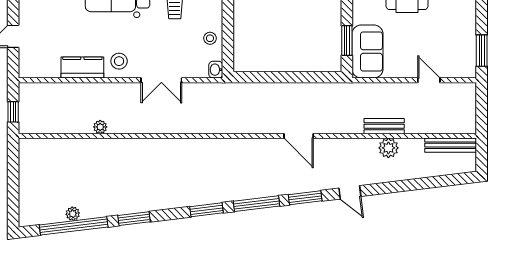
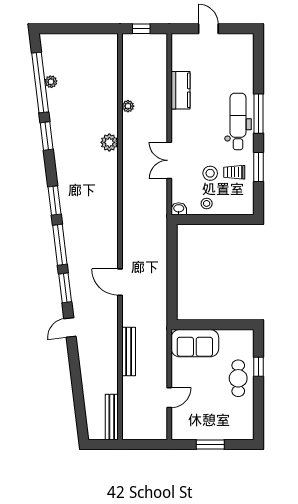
window: (347, 40) -> (205, 325), removed
window: (482, 51) -> (210, 445), moved
stool: (119, 61) -> (210, 173), moved
bench: (384, 126) -> (129, 351), width x1.36
door: (299, 136) -> (120, 282), hinge flipped
plant: (388, 148) -> (109, 142), moved

